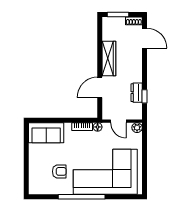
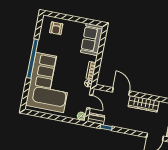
dresser: (137, 93) -> (96, 119), moved
door: (118, 121) -> (90, 102), swing flipped
armchair: (59, 171) -> (56, 28), moved

